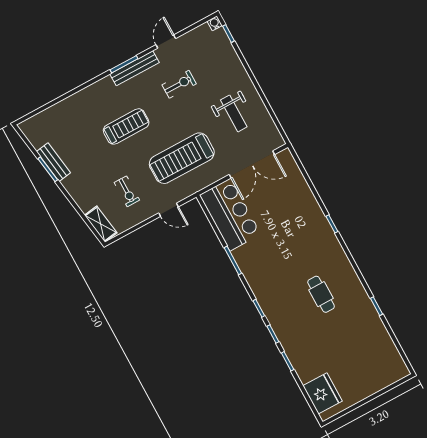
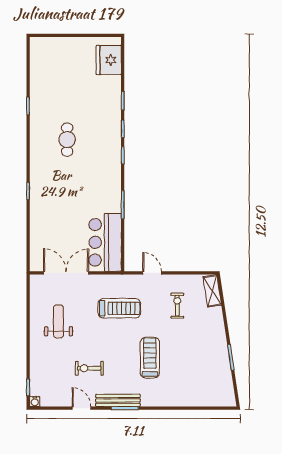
door: (166, 42) -> (81, 408), swing flipped
treadmill: (126, 126) -> (150, 358), turned 90
treadmill: (182, 158) -> (119, 308), width x0.73, depth x0.73
bench: (53, 162) -> (223, 361), removed

